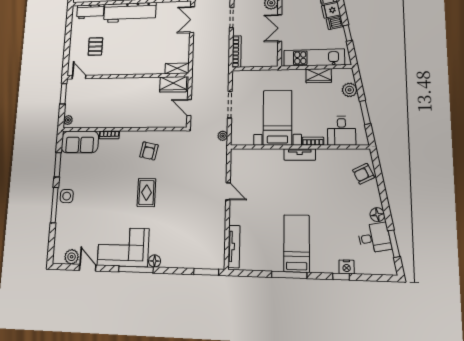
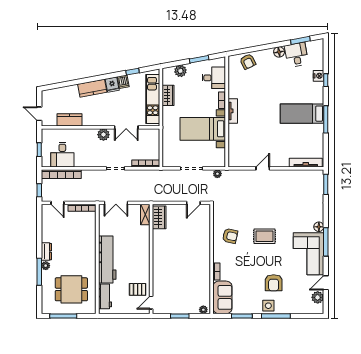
shelving: (177, 68) -> (145, 215), moved
wall: (127, 76) -> (151, 259), moved
door: (79, 77) -> (151, 303), moved
wardrobe: (173, 84) -> (159, 217), moved
armchair: (92, 203) -> (274, 283), added

